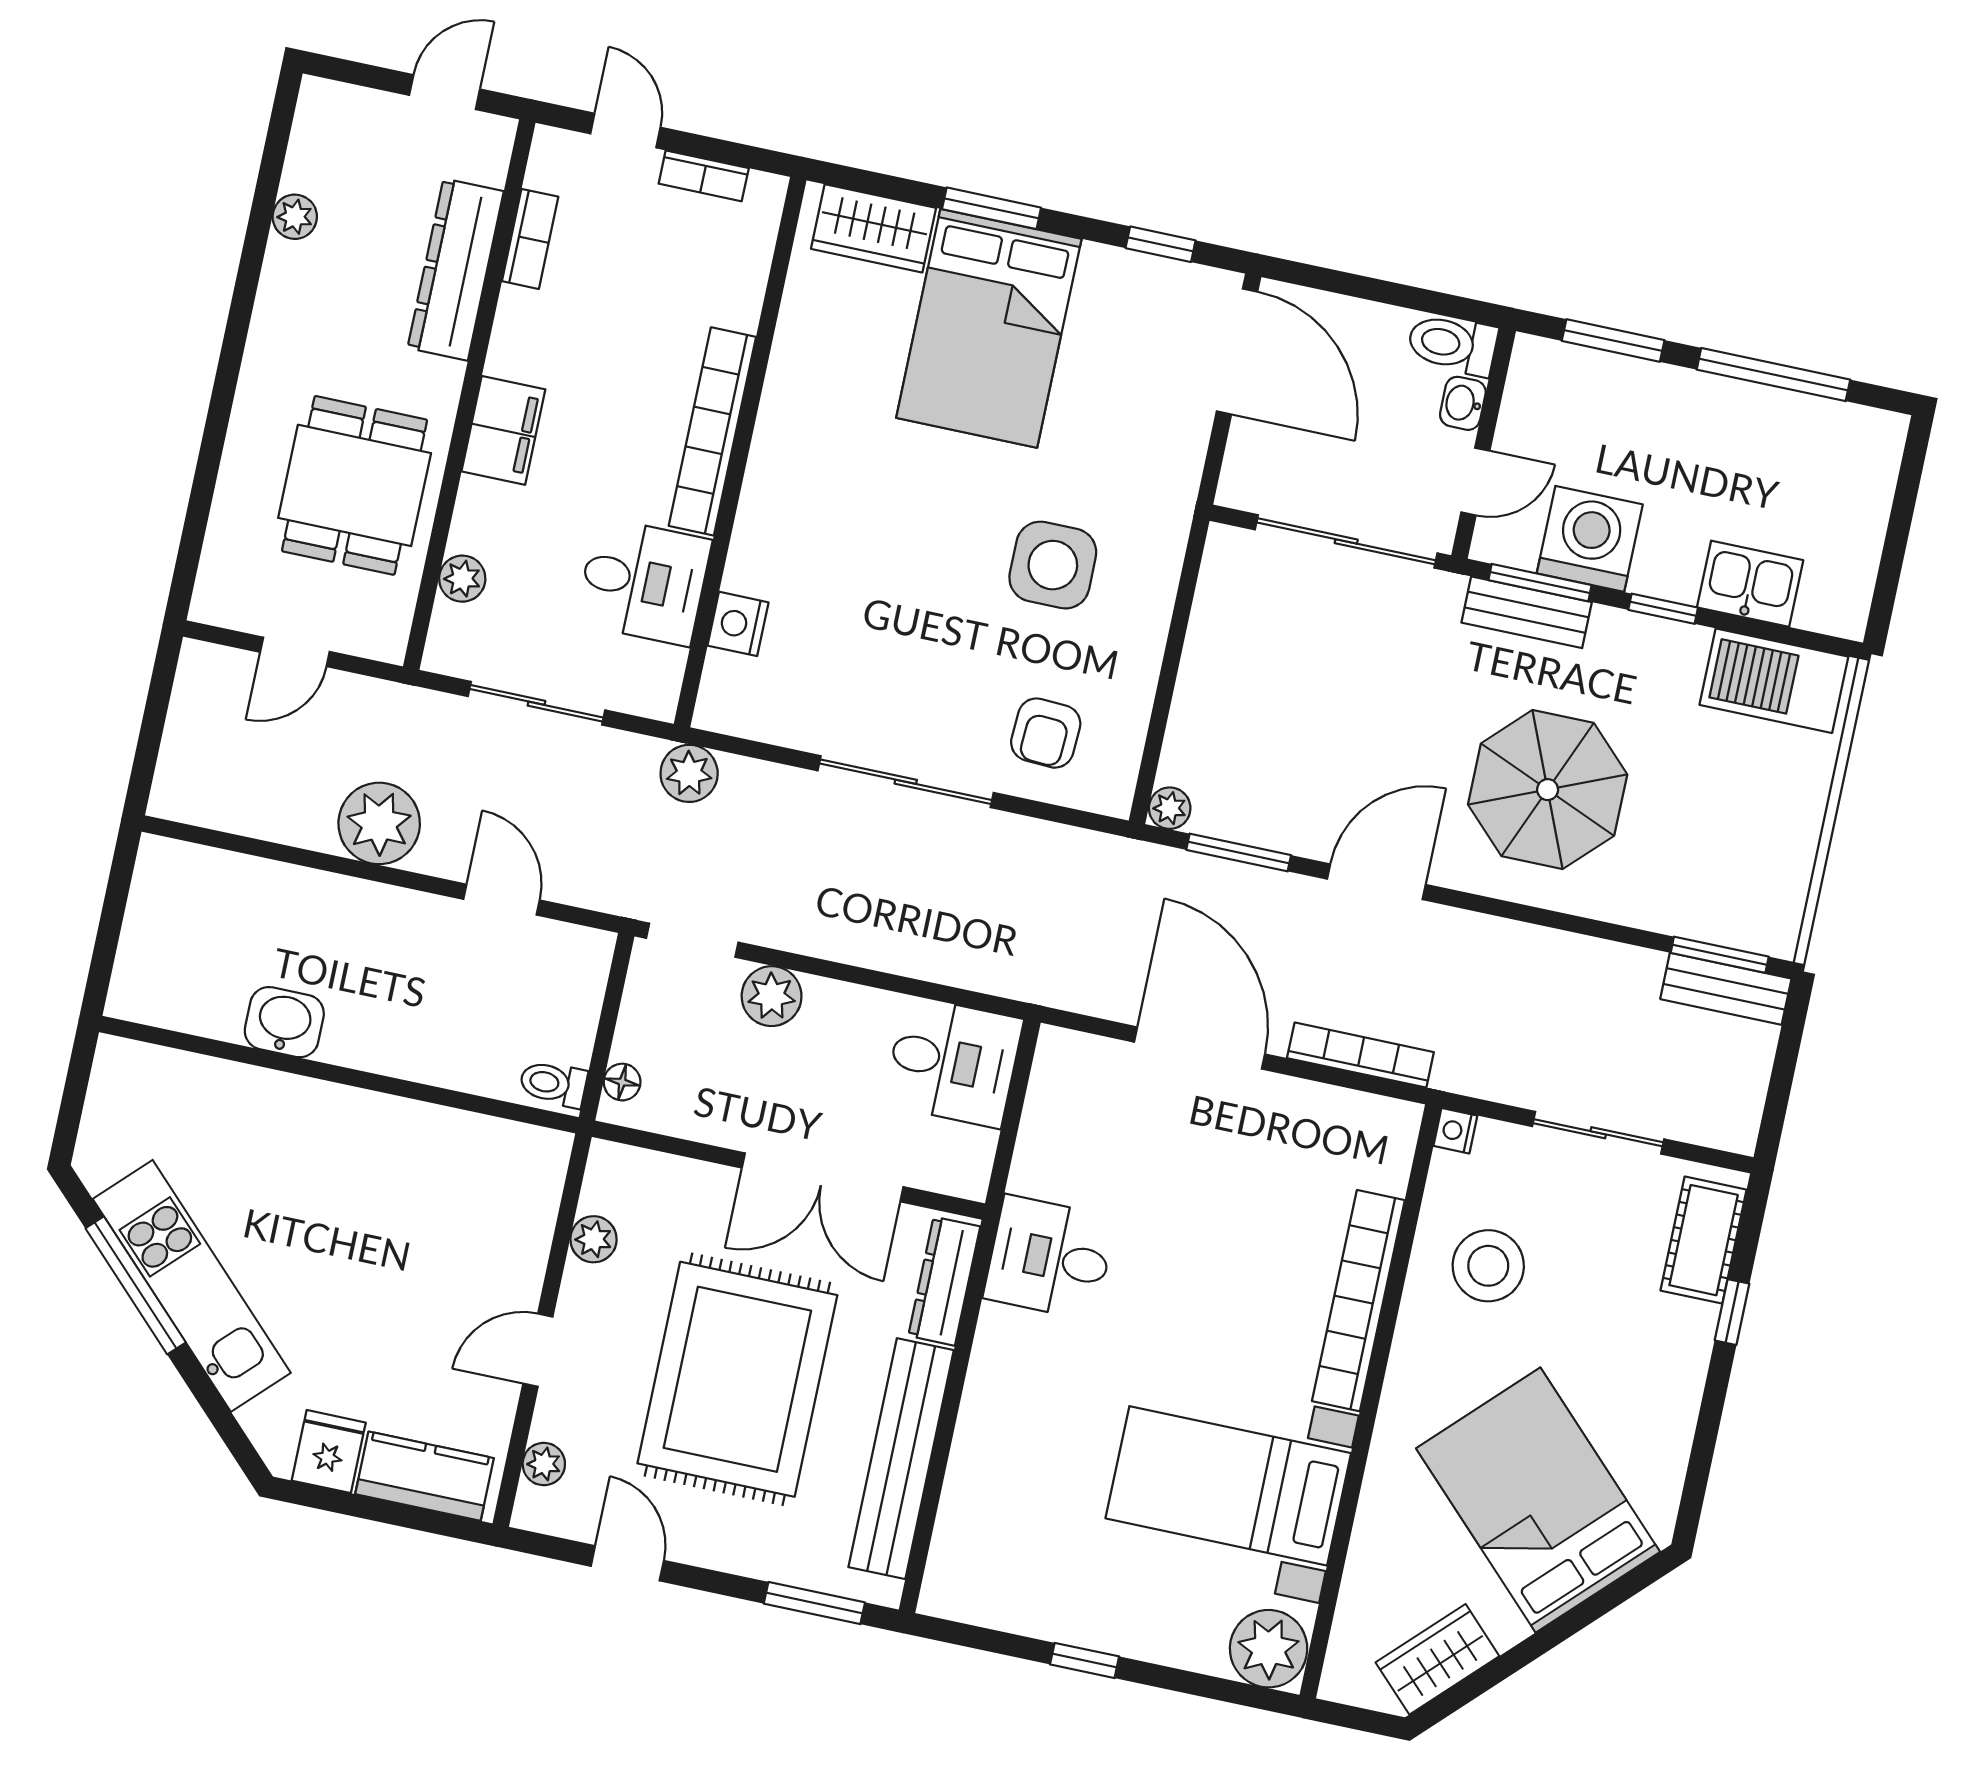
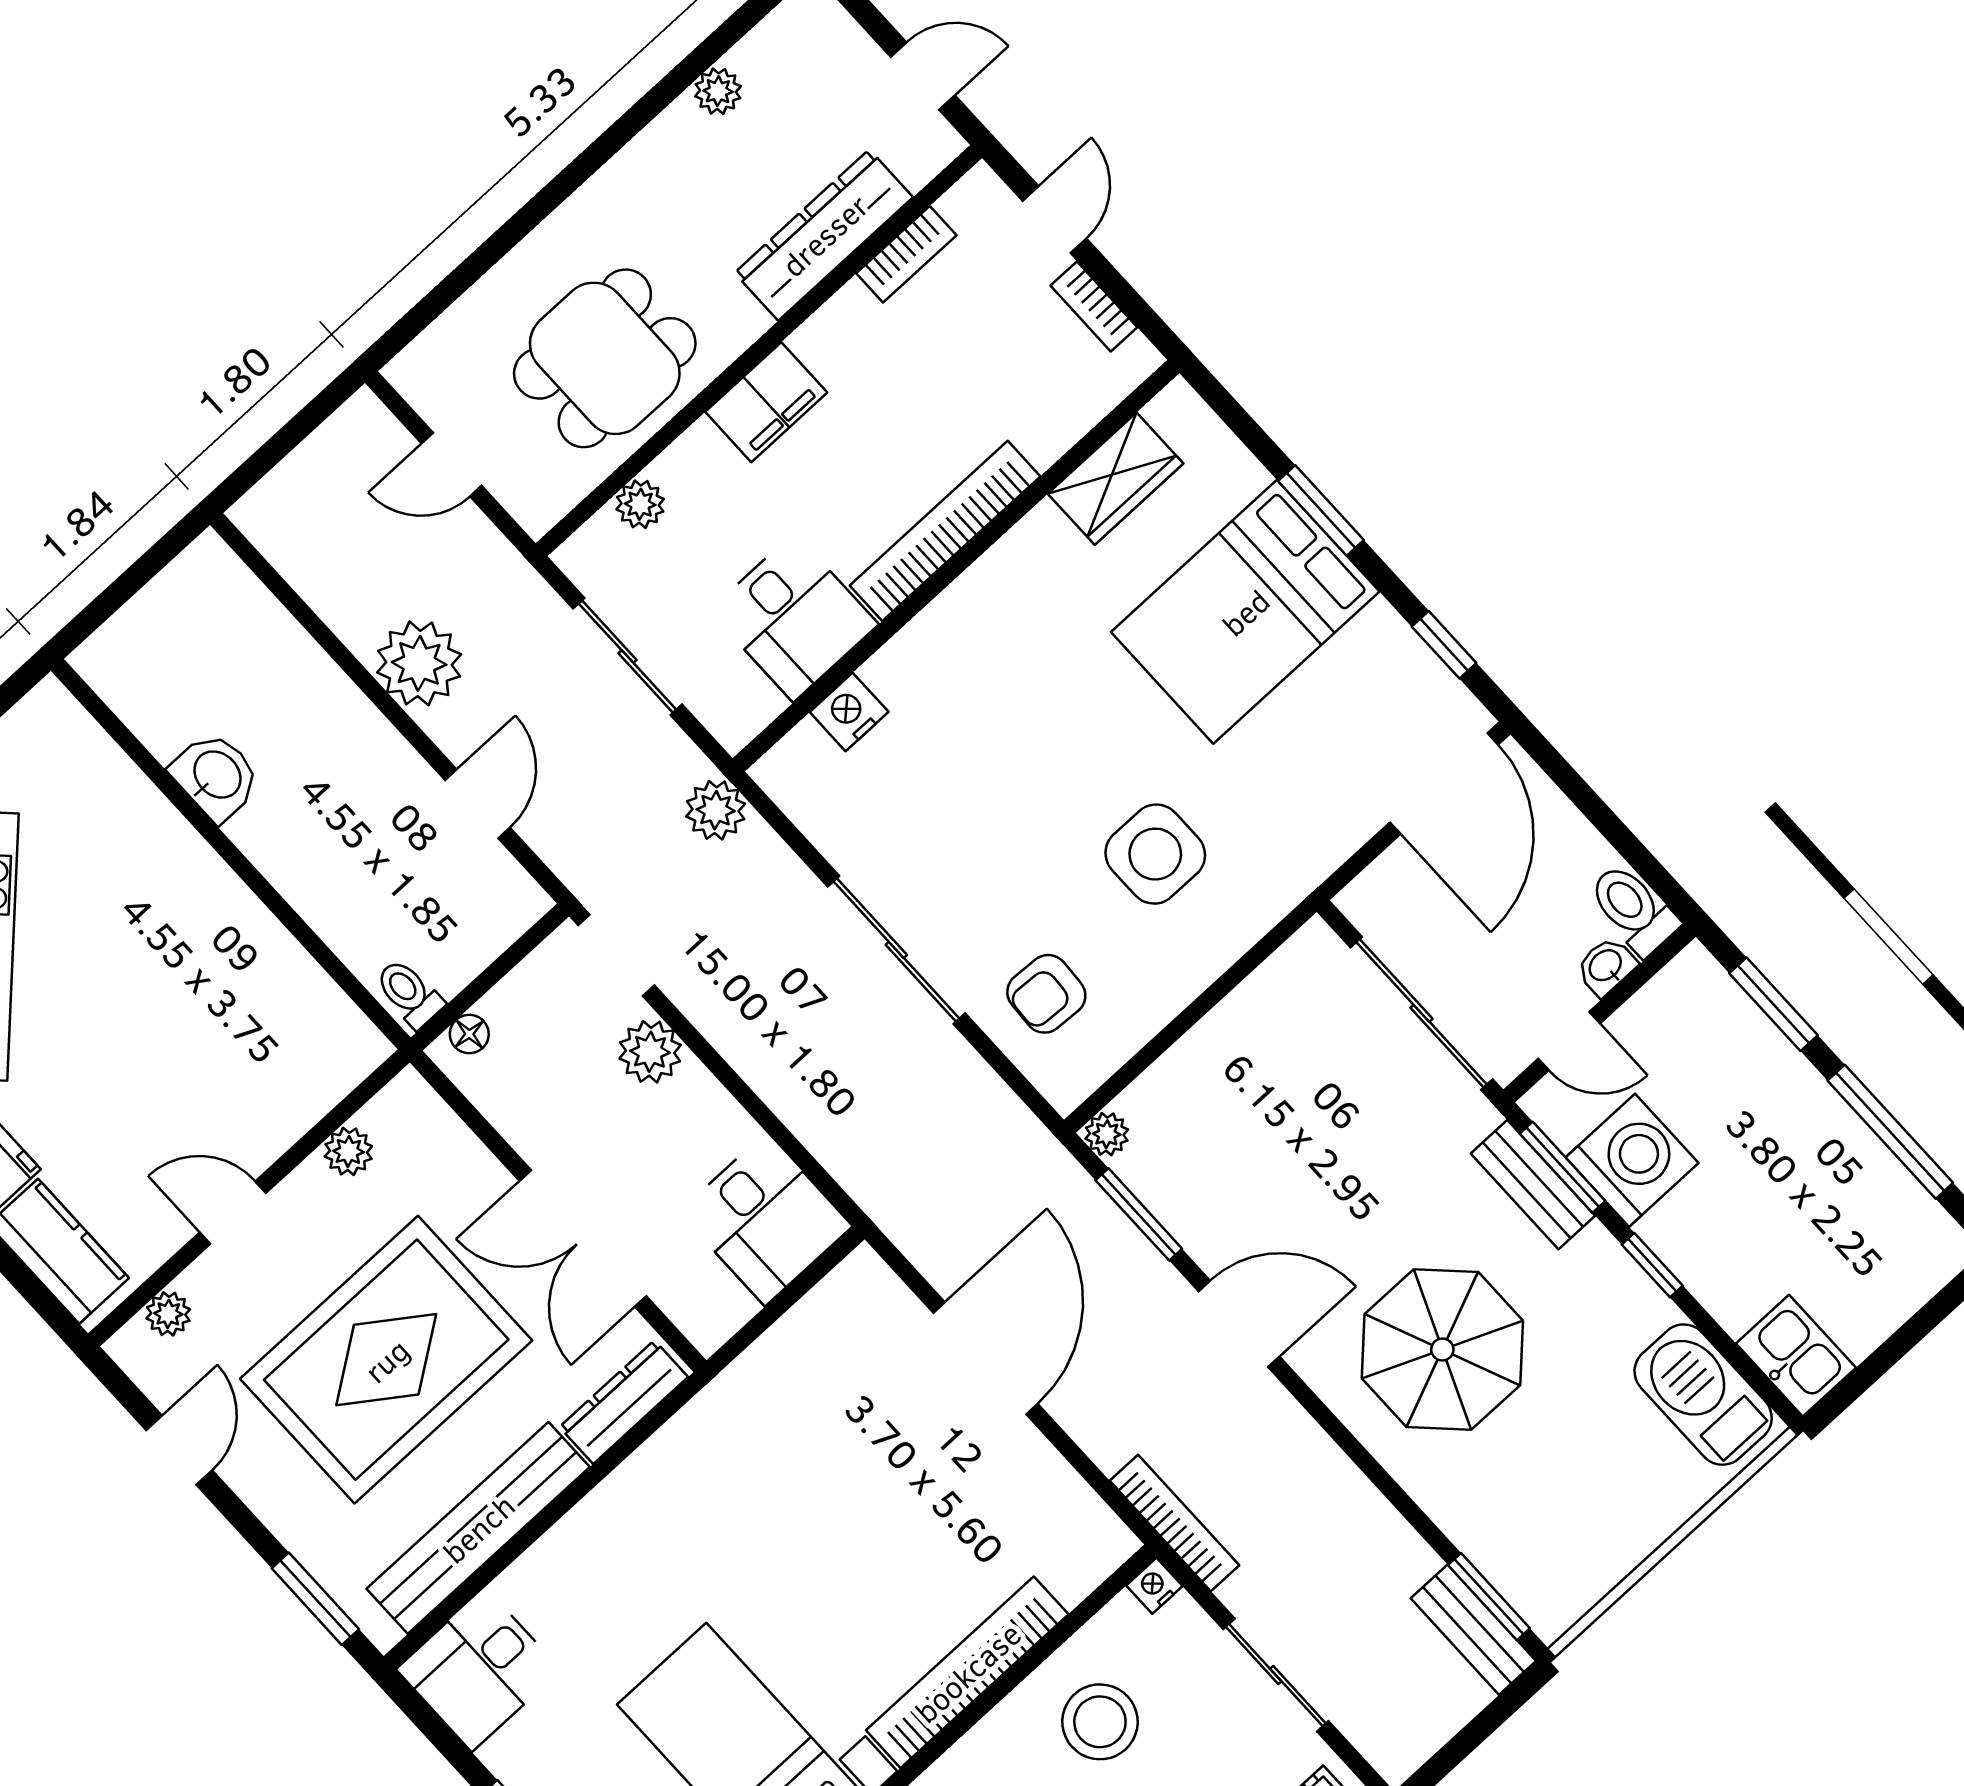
wardrobe: (874, 228) -> (1116, 479), moved, turned -90
kitchen sink: (1750, 584) -> (1796, 1356), moved
bookcase: (1360, 1055) -> (1174, 1523), moved
desk: (1050, 1258) -> (479, 1670), moved, turned -90

